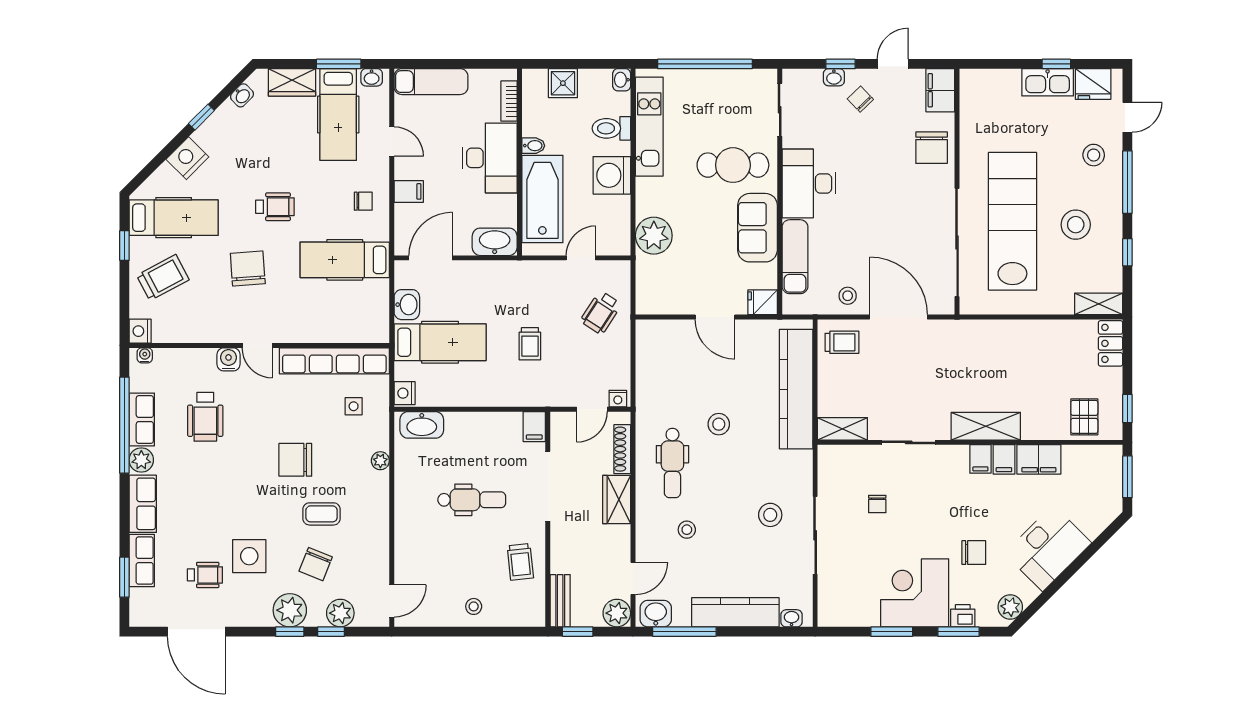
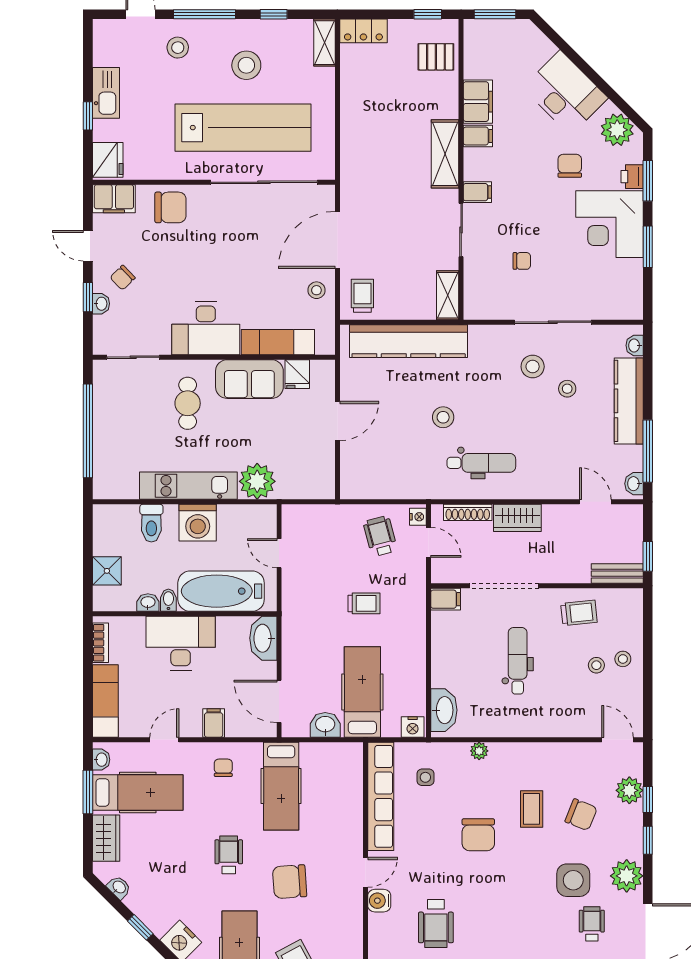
window: (1056, 64) -> (88, 116), moved
washbasin: (622, 80) -> (148, 603), moved, turned 180
fridge: (1093, 84) -> (108, 160), moved
bookcase: (509, 101) -> (100, 643), moved, turned -90
kitchen unit: (649, 127) -> (188, 486), moved
cafe table: (733, 165) -> (188, 403), width x0.73, depth x0.74
lab bench: (1012, 221) -> (243, 128), turned 180
fridge: (763, 302) -> (297, 374), moved
wheelchair: (601, 313) -> (380, 536), moved, turned -138
wheelchair: (205, 417) -> (436, 924), turned 90
filing cabinet: (980, 459) -> (477, 192), moved
stool: (687, 530) -> (567, 389), moved
stool: (467, 580) -> (596, 665), added
plant: (1010, 607) -> (617, 130), width x1.36, depth x1.36
plant: (290, 610) -> (627, 876), moved
plant: (617, 613) -> (629, 518), removed
washbasin: (656, 614) -> (634, 484), width x0.72, depth x0.69

